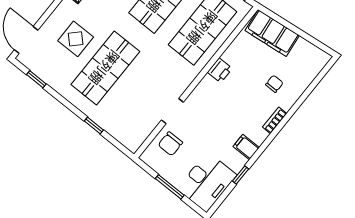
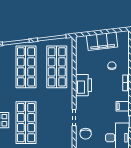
filing cabinet: (272, 33) -> (102, 41), moved
printer: (220, 70) -> (83, 85), width x1.87, depth x1.48

